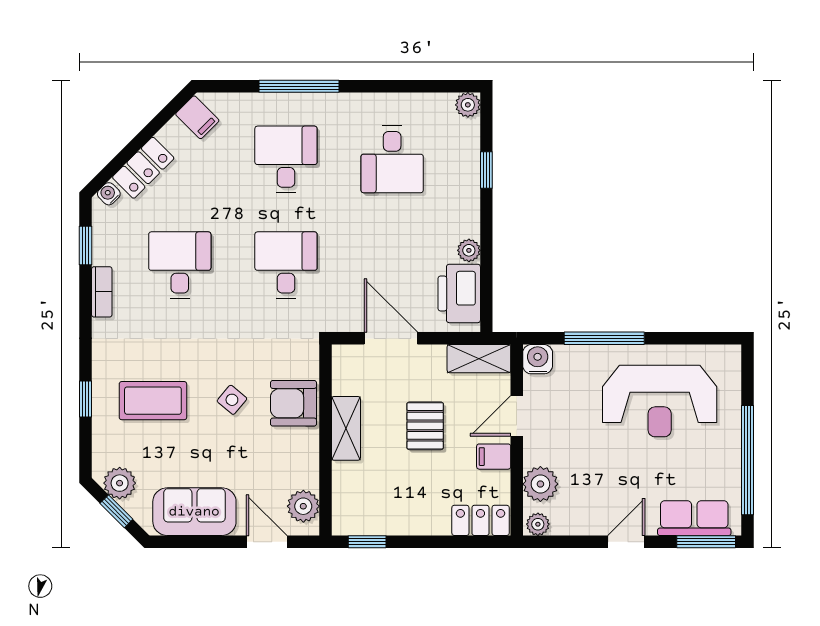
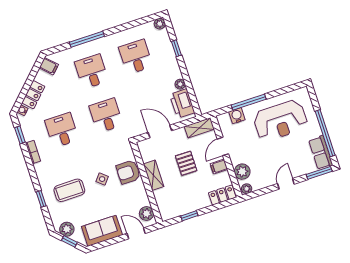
desk: (392, 159) -> (136, 57), turned 180
water cooler: (538, 359) -> (237, 116), moved
row of seats: (694, 518) -> (321, 153), moved, turned -90
window: (367, 542) -> (189, 216), moved

